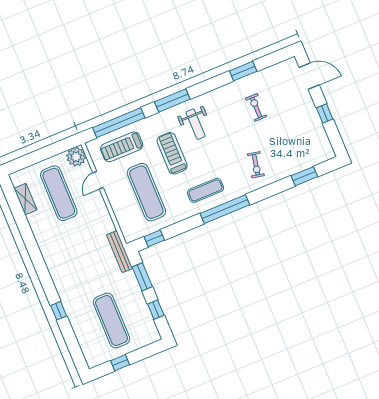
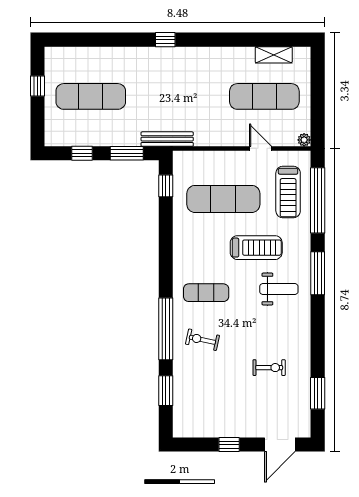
window: (243, 71) -> (318, 393), moved
weight bench: (196, 124) -> (279, 289), turned 180
treadmill: (122, 147) -> (288, 192), turned 180
plant: (76, 157) -> (304, 140), width x0.53, depth x0.53
exercise mat: (205, 190) -> (206, 293), moved, turned 90
window: (225, 209) -> (166, 329), moved
window: (59, 311) -> (165, 40), moved

